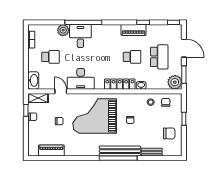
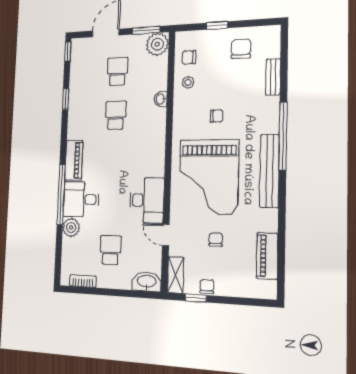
piano: (134, 30) -> (74, 160), moved
school desk: (159, 57) -> (117, 71), width x0.54
locker: (120, 84) -> (157, 135), removed
door: (61, 91) -> (166, 235), hinge flipped
bench: (120, 151) -> (270, 171), moved

